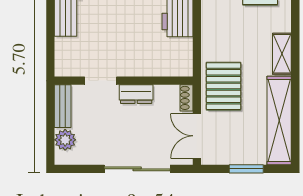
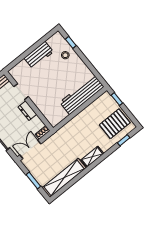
pallet: (224, 86) -> (60, 144), removed

